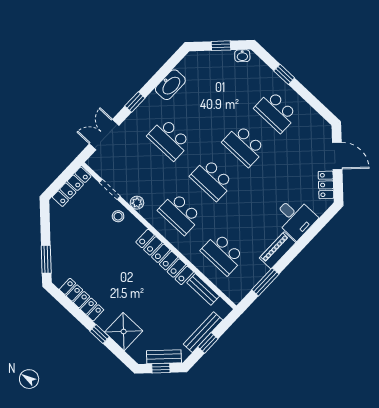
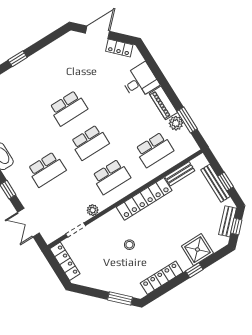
school desk: (276, 112) -> (47, 74), removed
stool: (118, 216) -> (129, 245), moved
plant: (258, 270) -> (176, 123), added

